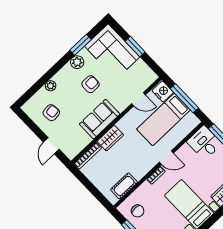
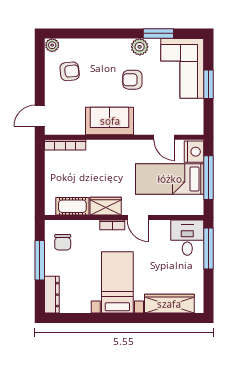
armchair: (91, 84) -> (132, 80), turned 180
plant: (51, 86) -> (52, 45), moved
wardrobe: (110, 138) -> (106, 206), moved, turned 180
door: (51, 146) -> (40, 116), moved

